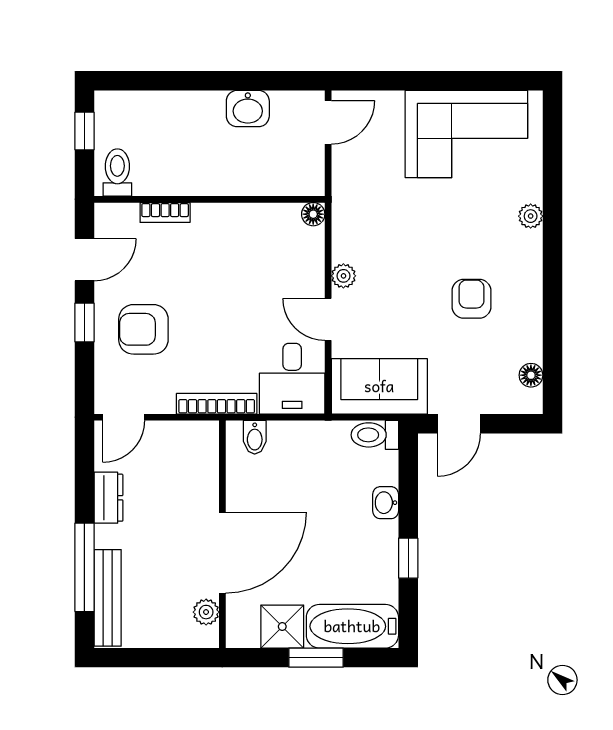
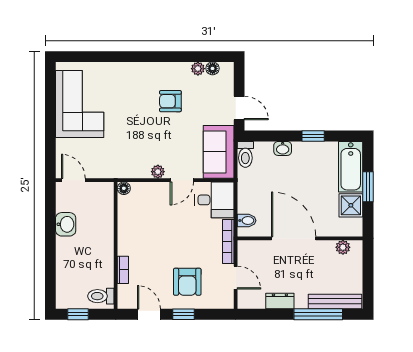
plant: (531, 216) -> (198, 69), moved
door: (124, 417) -> (236, 278), moved
door: (222, 553) -> (294, 238), moved

